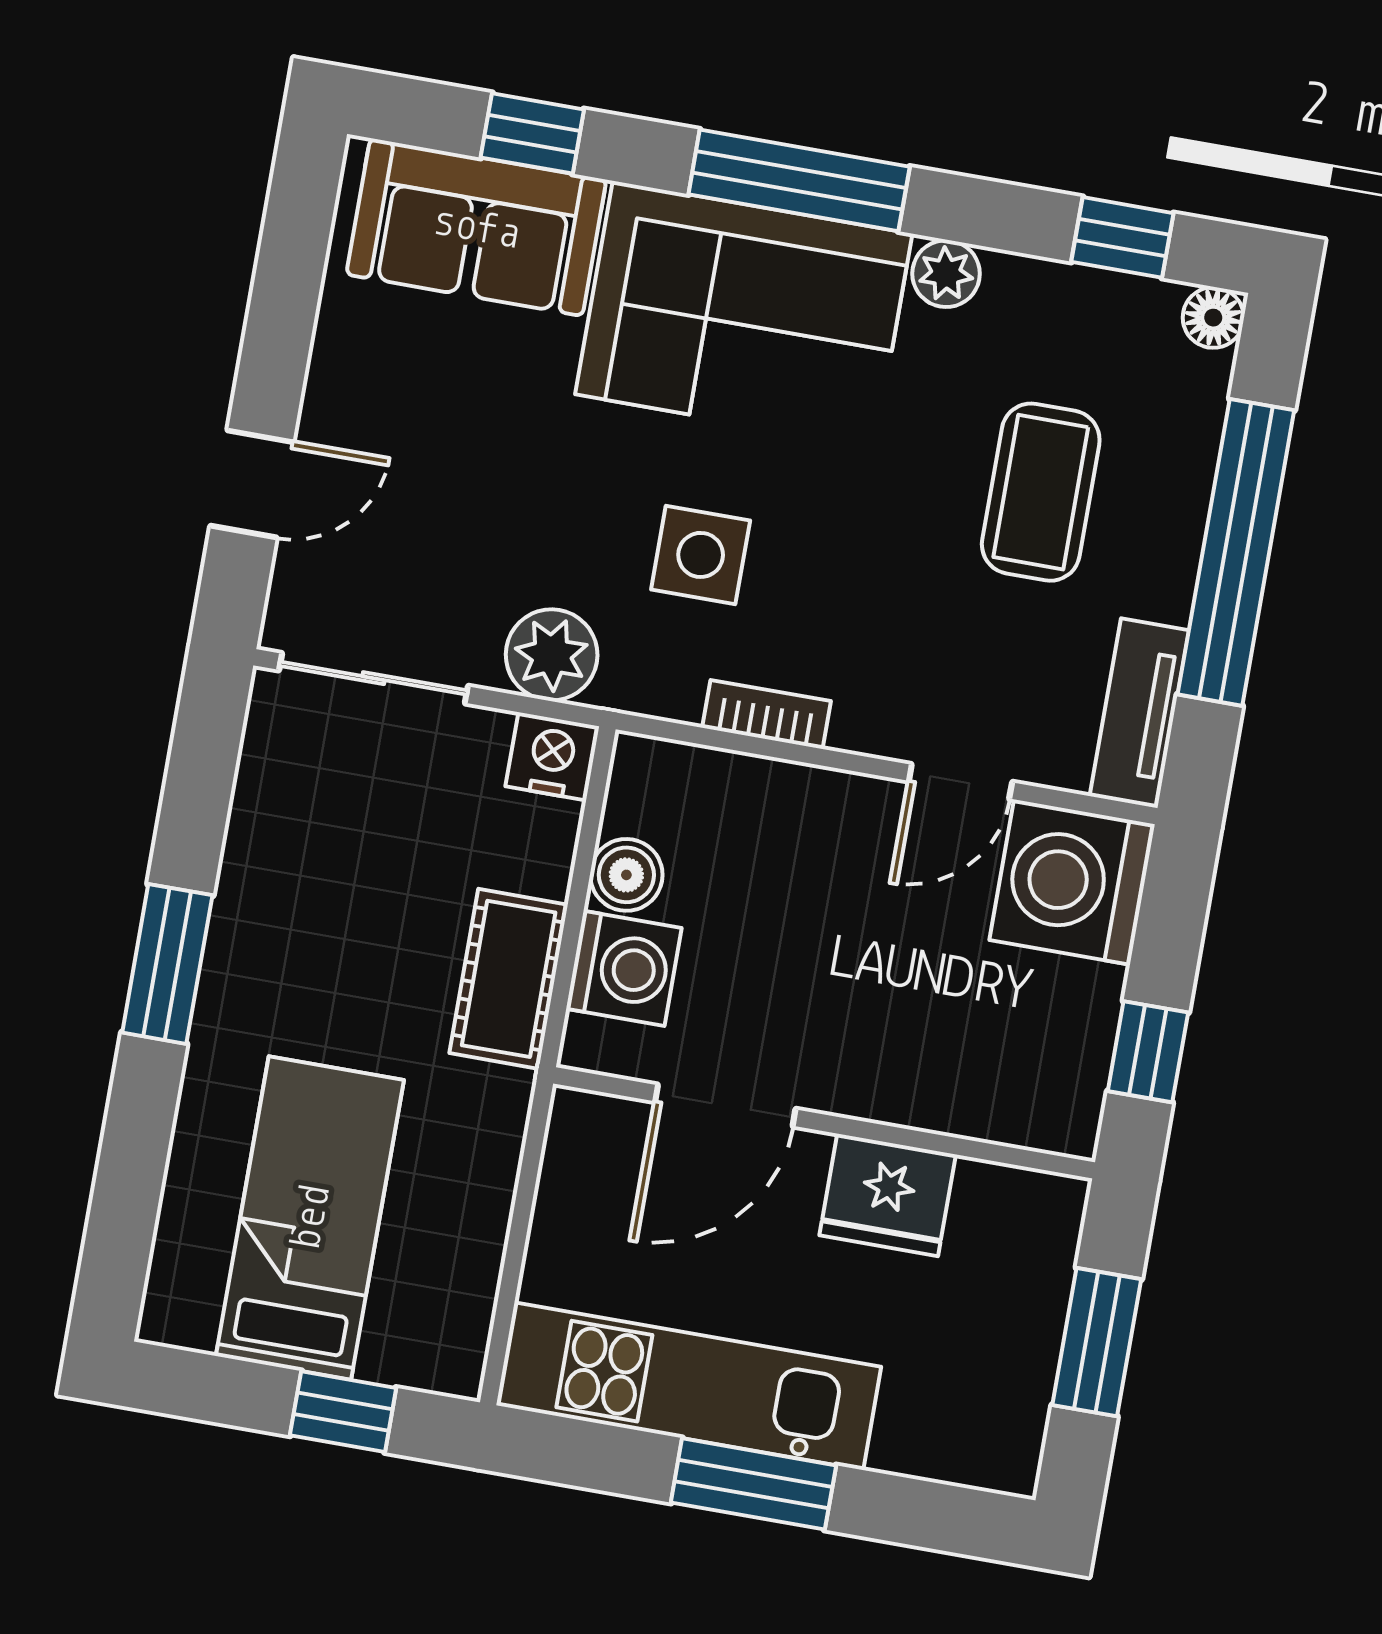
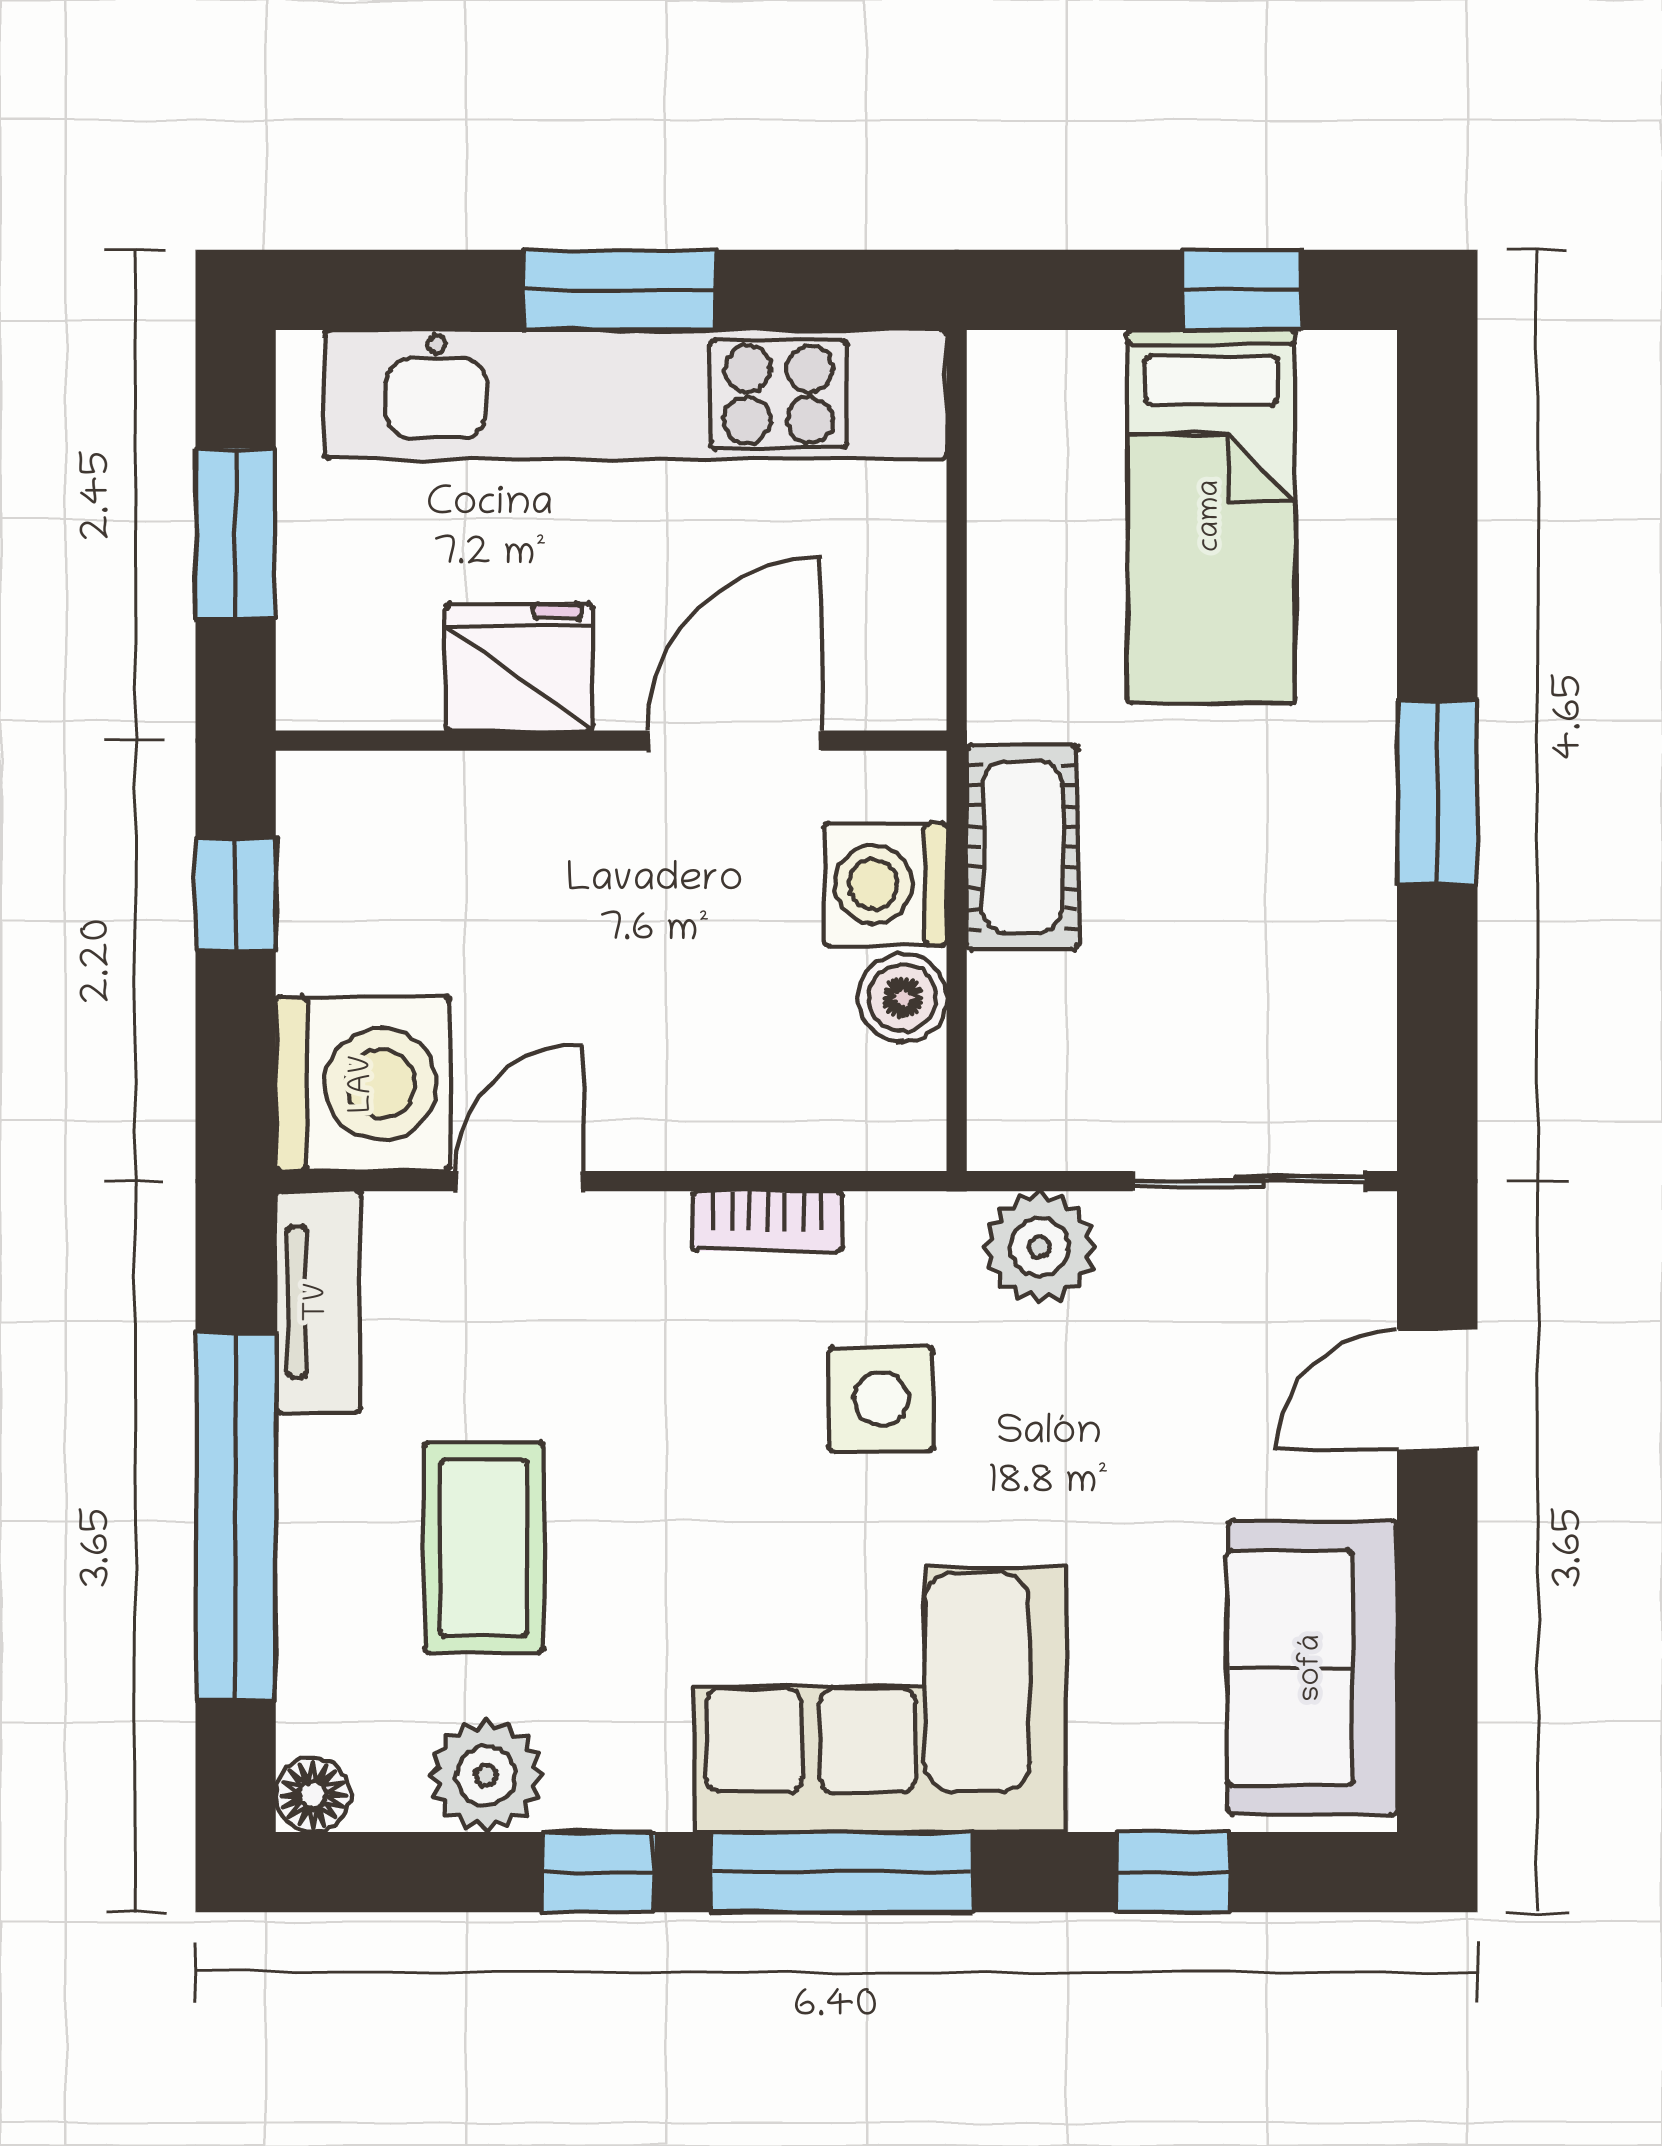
sofa: (476, 227) -> (1312, 1668), moved, turned -90
window: (1122, 237) -> (598, 1872), moved
plant: (946, 274) -> (486, 1776), moved, width x1.38, depth x1.38
nightstand: (552, 756) -> (1017, 1125), removed
kitchen unit: (689, 1386) -> (635, 394), width x1.36
window: (343, 1412) -> (1242, 290), moved

